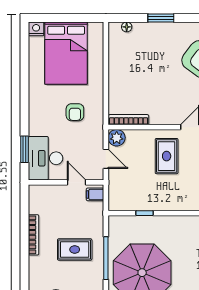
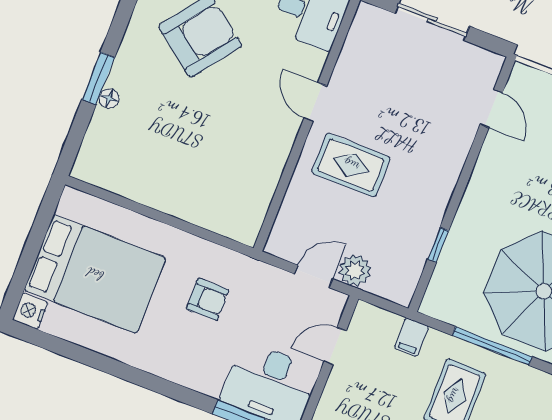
floor lamp: (127, 27) -> (109, 98), moved
bookcase: (129, 120) -> (259, 208), removed
plant: (117, 138) -> (355, 270), moved
filing cabinet: (95, 194) -> (412, 337), moved

